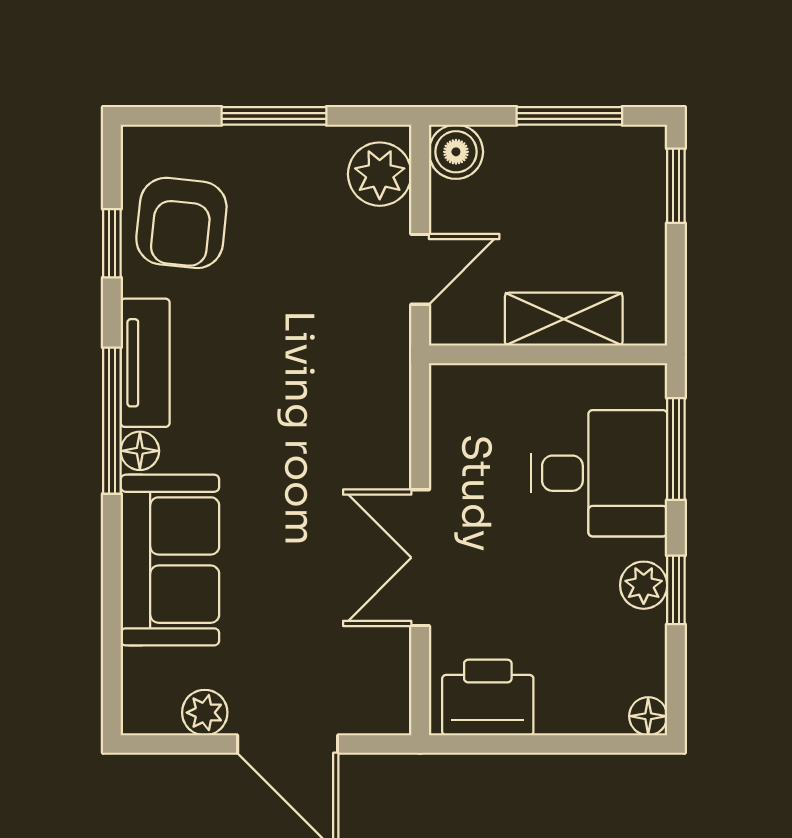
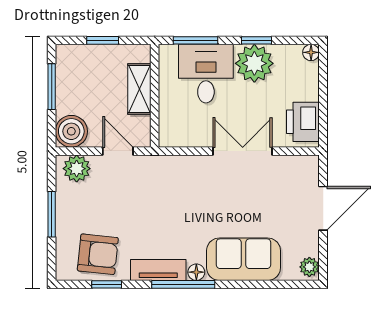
boiler: (456, 152) -> (71, 131), width x1.36, depth x1.36
window: (676, 186) -> (103, 40), moved
double door: (420, 558) -> (243, 151), swing flipped
plant: (644, 585) -> (254, 63), width x1.88, depth x1.88
plant: (205, 713) -> (309, 267), moved

